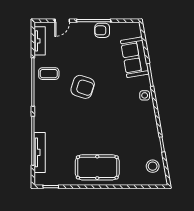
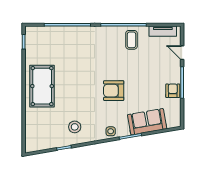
armchair: (83, 87) -> (114, 91), moved, turned 72
tv unit: (40, 152) -> (56, 31), removed
stool: (153, 166) -> (75, 127), moved

